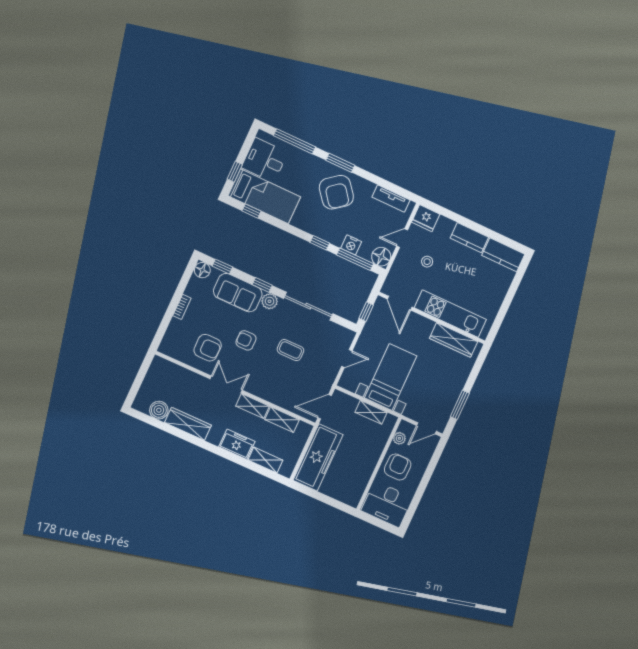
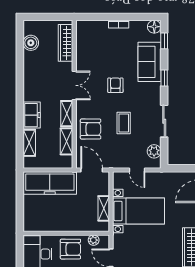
plant: (270, 301) -> (154, 151), moved
sliding door: (308, 306) -> (164, 121), width x0.73
window: (366, 312) -> (181, 168), removed
armchair: (208, 348) -> (91, 129), moved, turned -90
wardrobe: (188, 424) -> (65, 43), moved, turned 180

